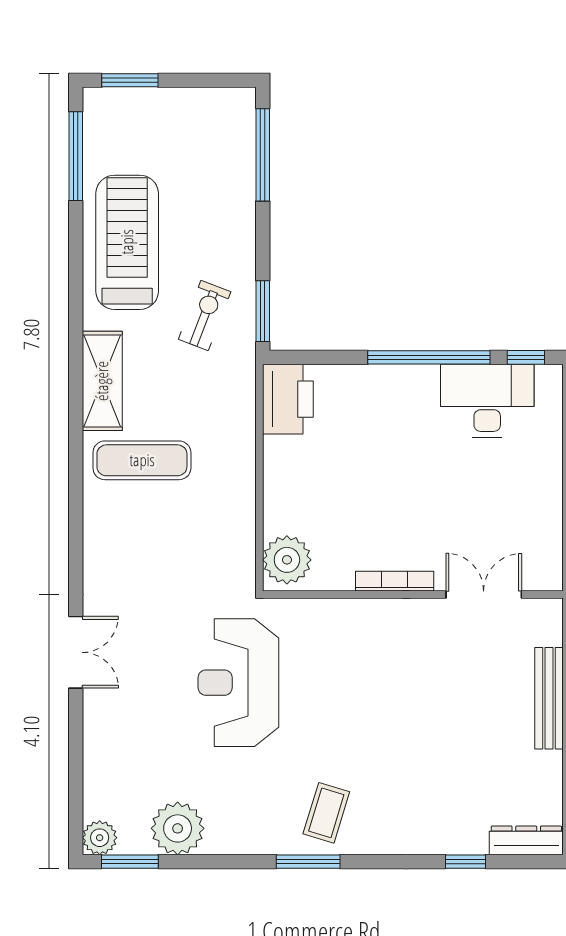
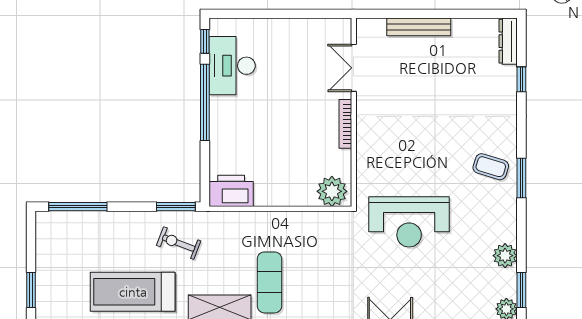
plant: (178, 828) -> (505, 256), width x0.73, depth x0.73

